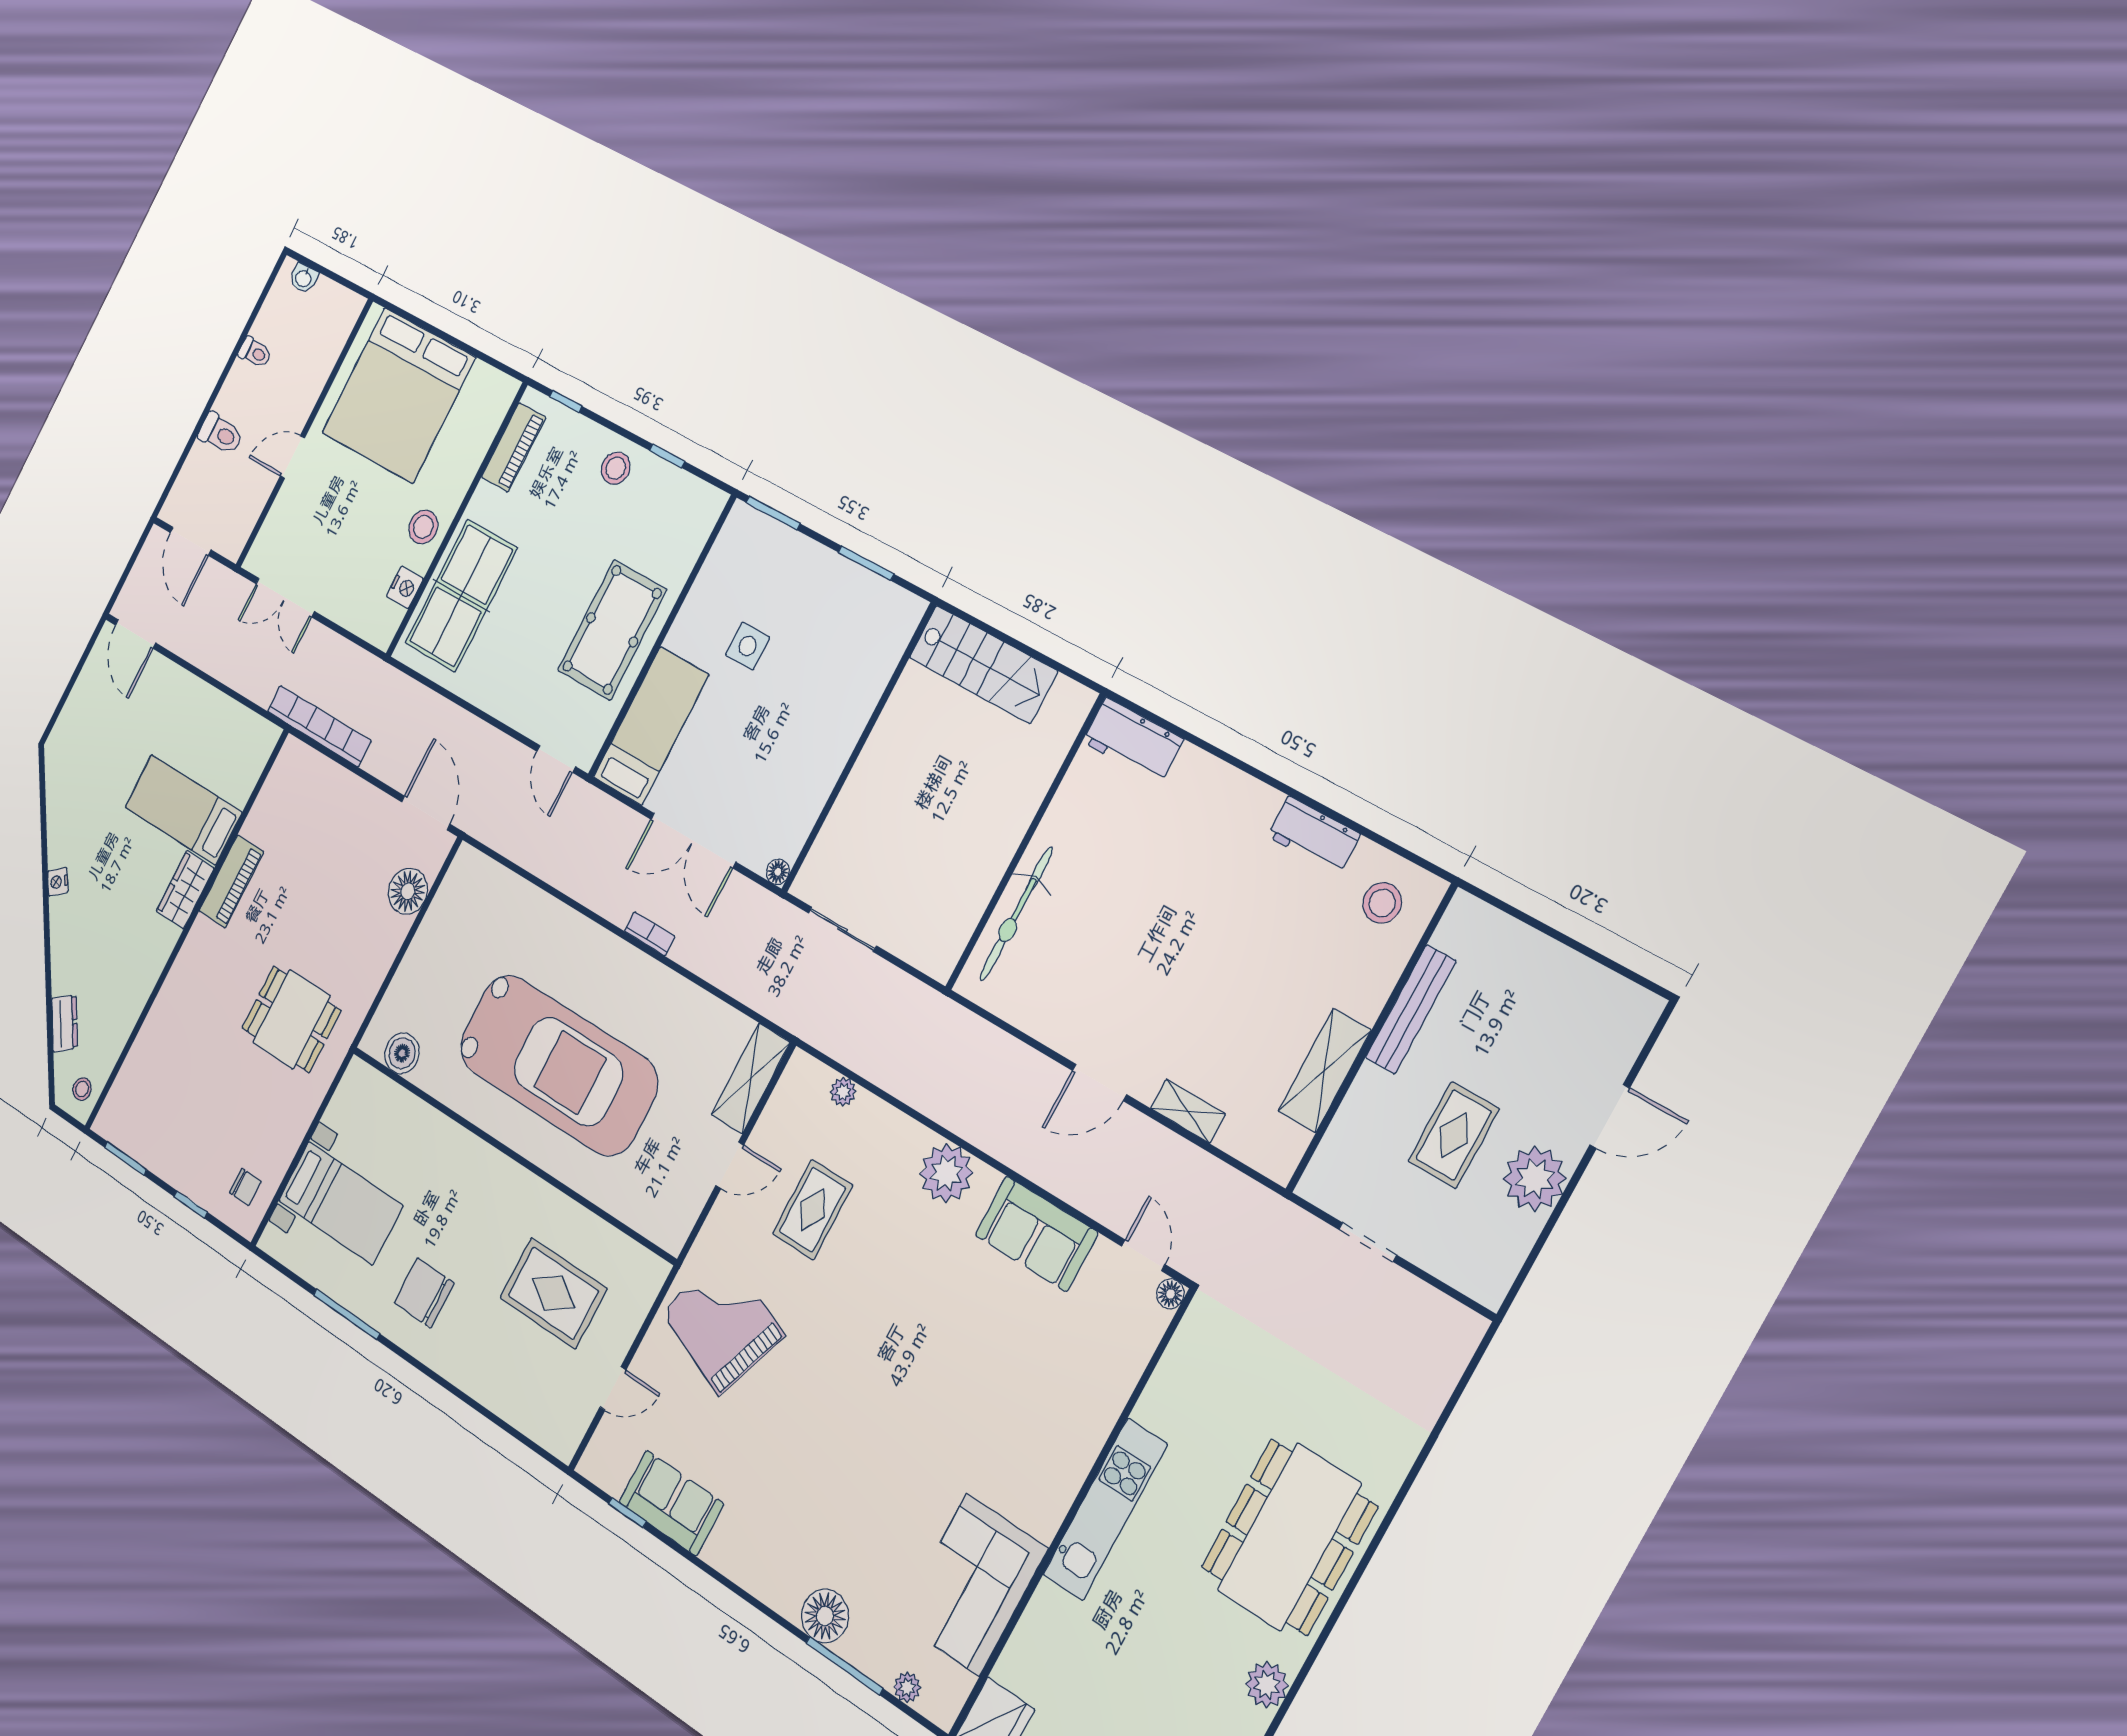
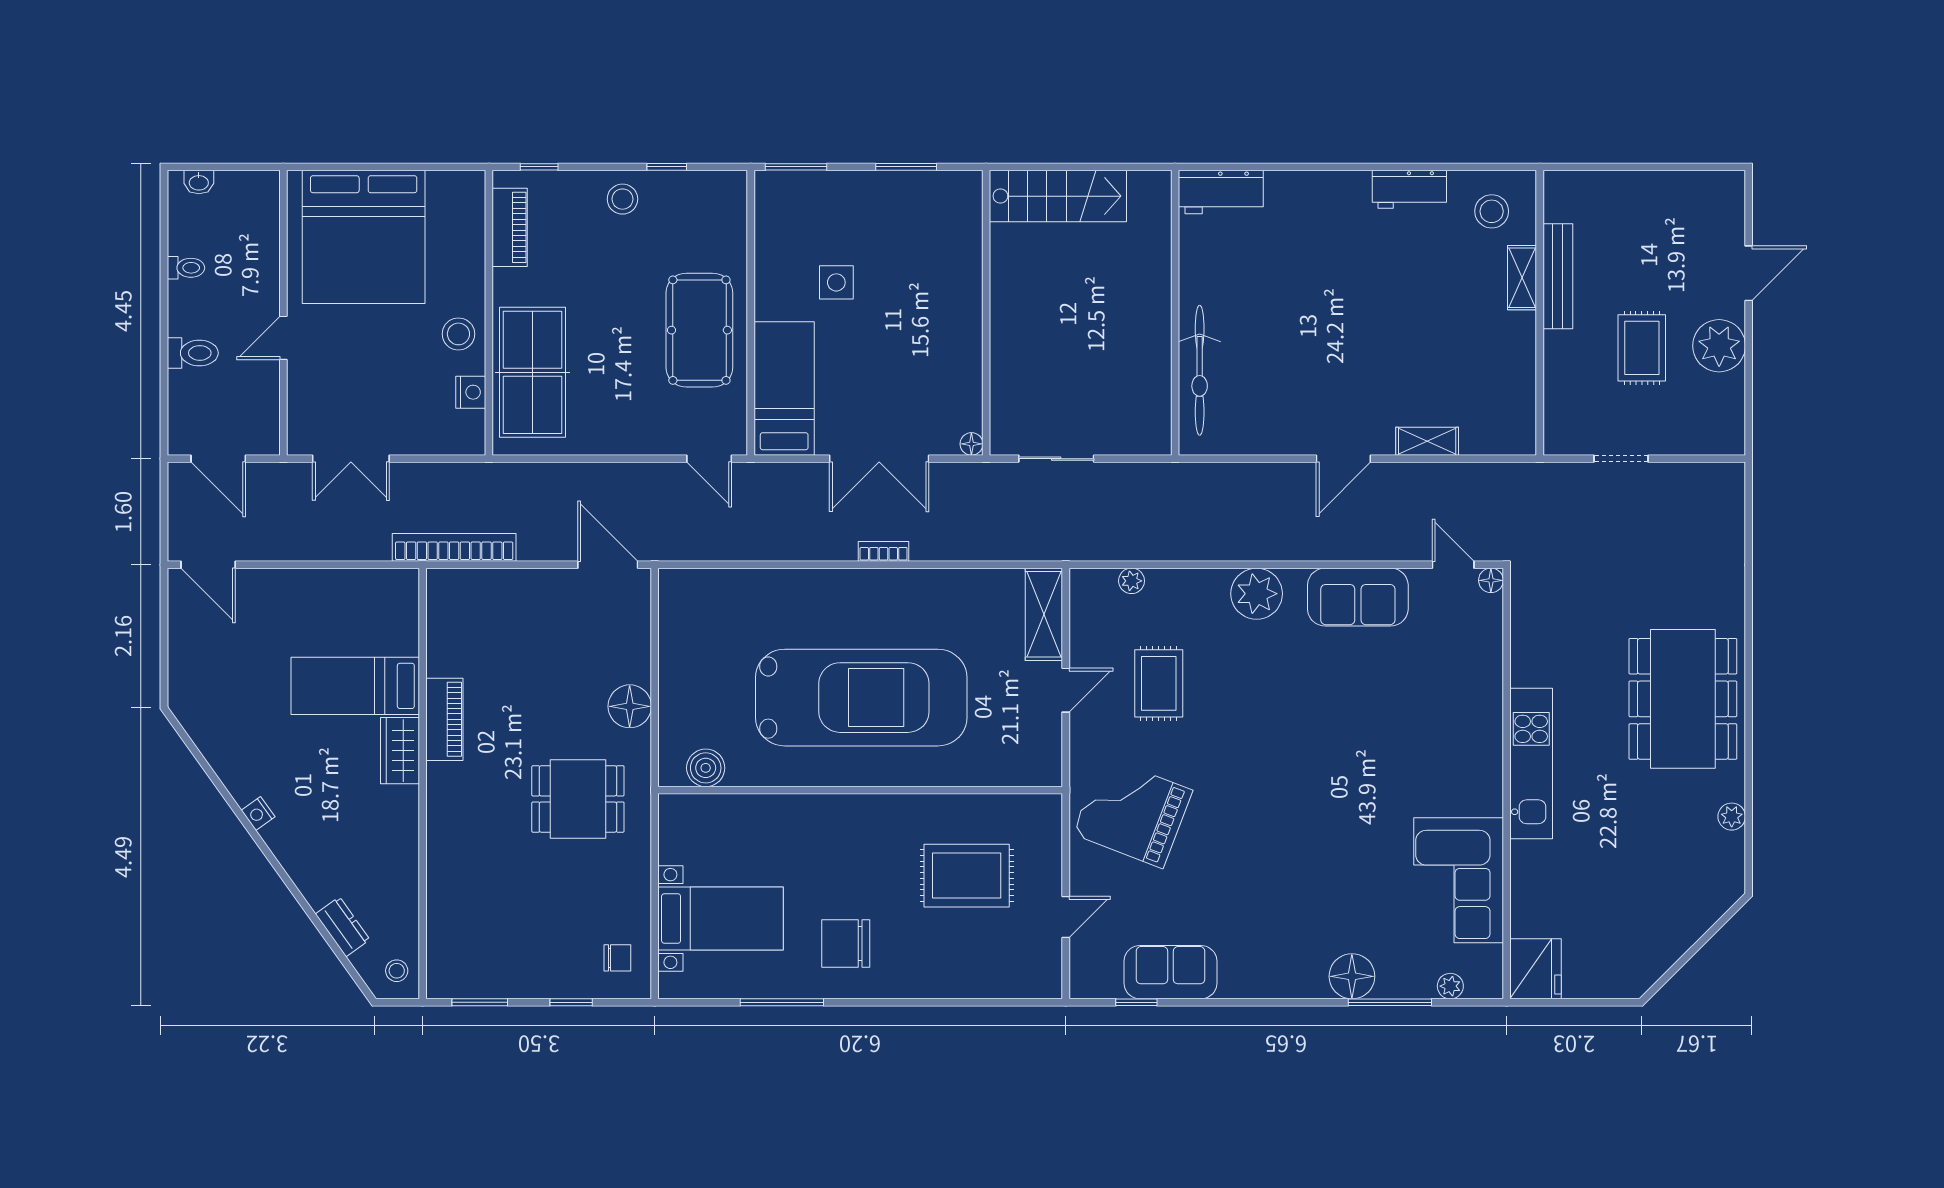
floor lamp: (408, 891) -> (630, 706), moved
shelving: (1325, 1071) -> (1522, 278), moved, width x0.67, depth x0.75
plant: (1267, 1685) -> (1732, 817), width x0.73, depth x0.73

